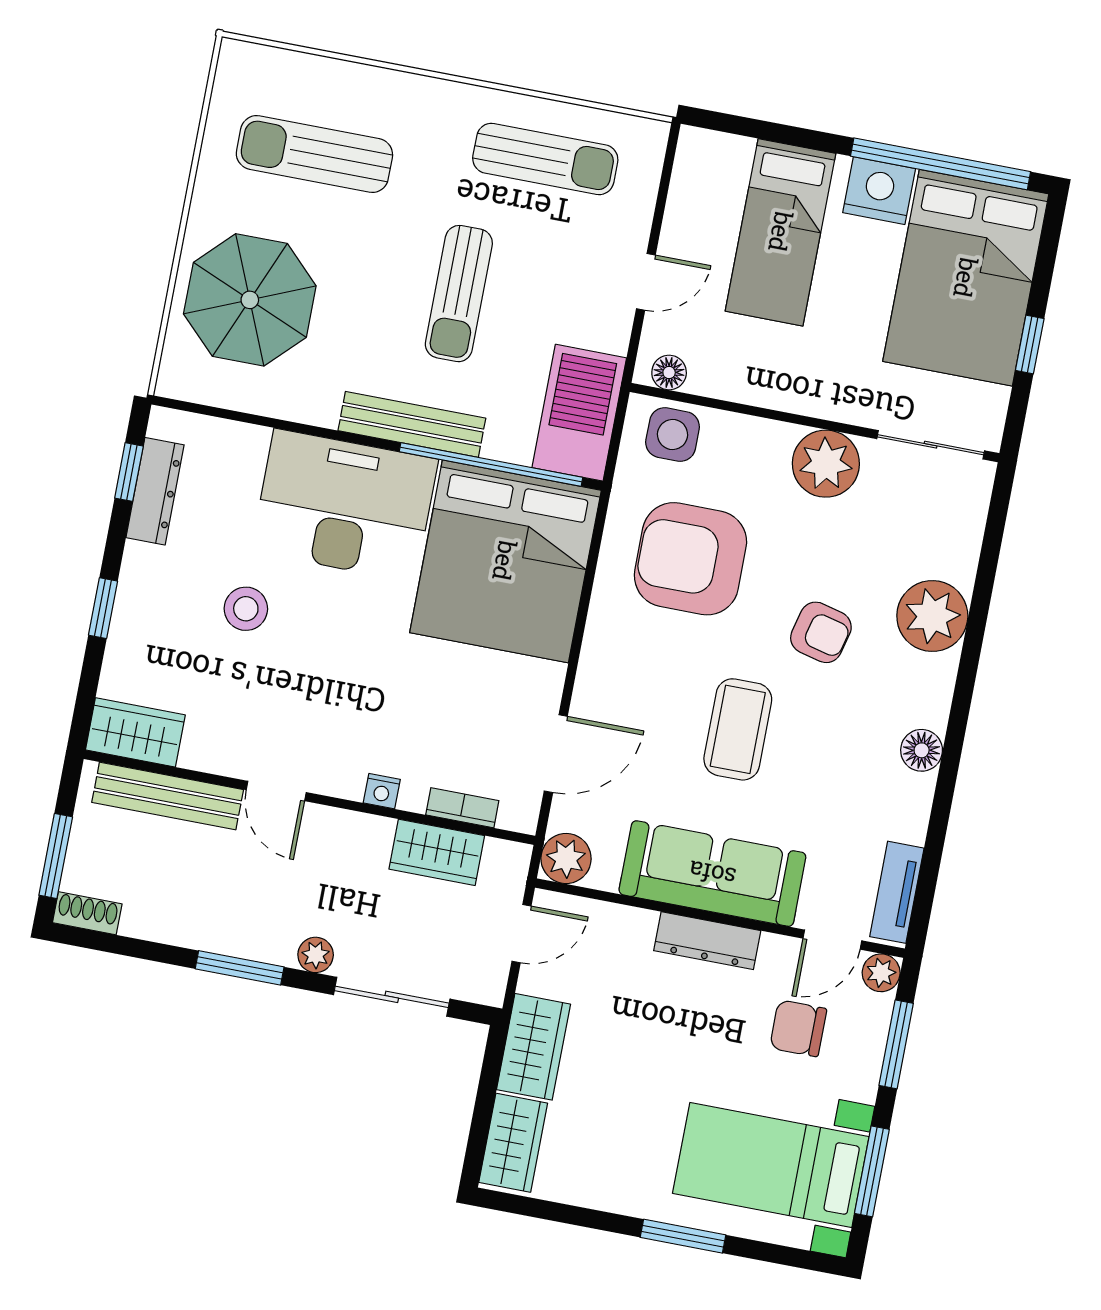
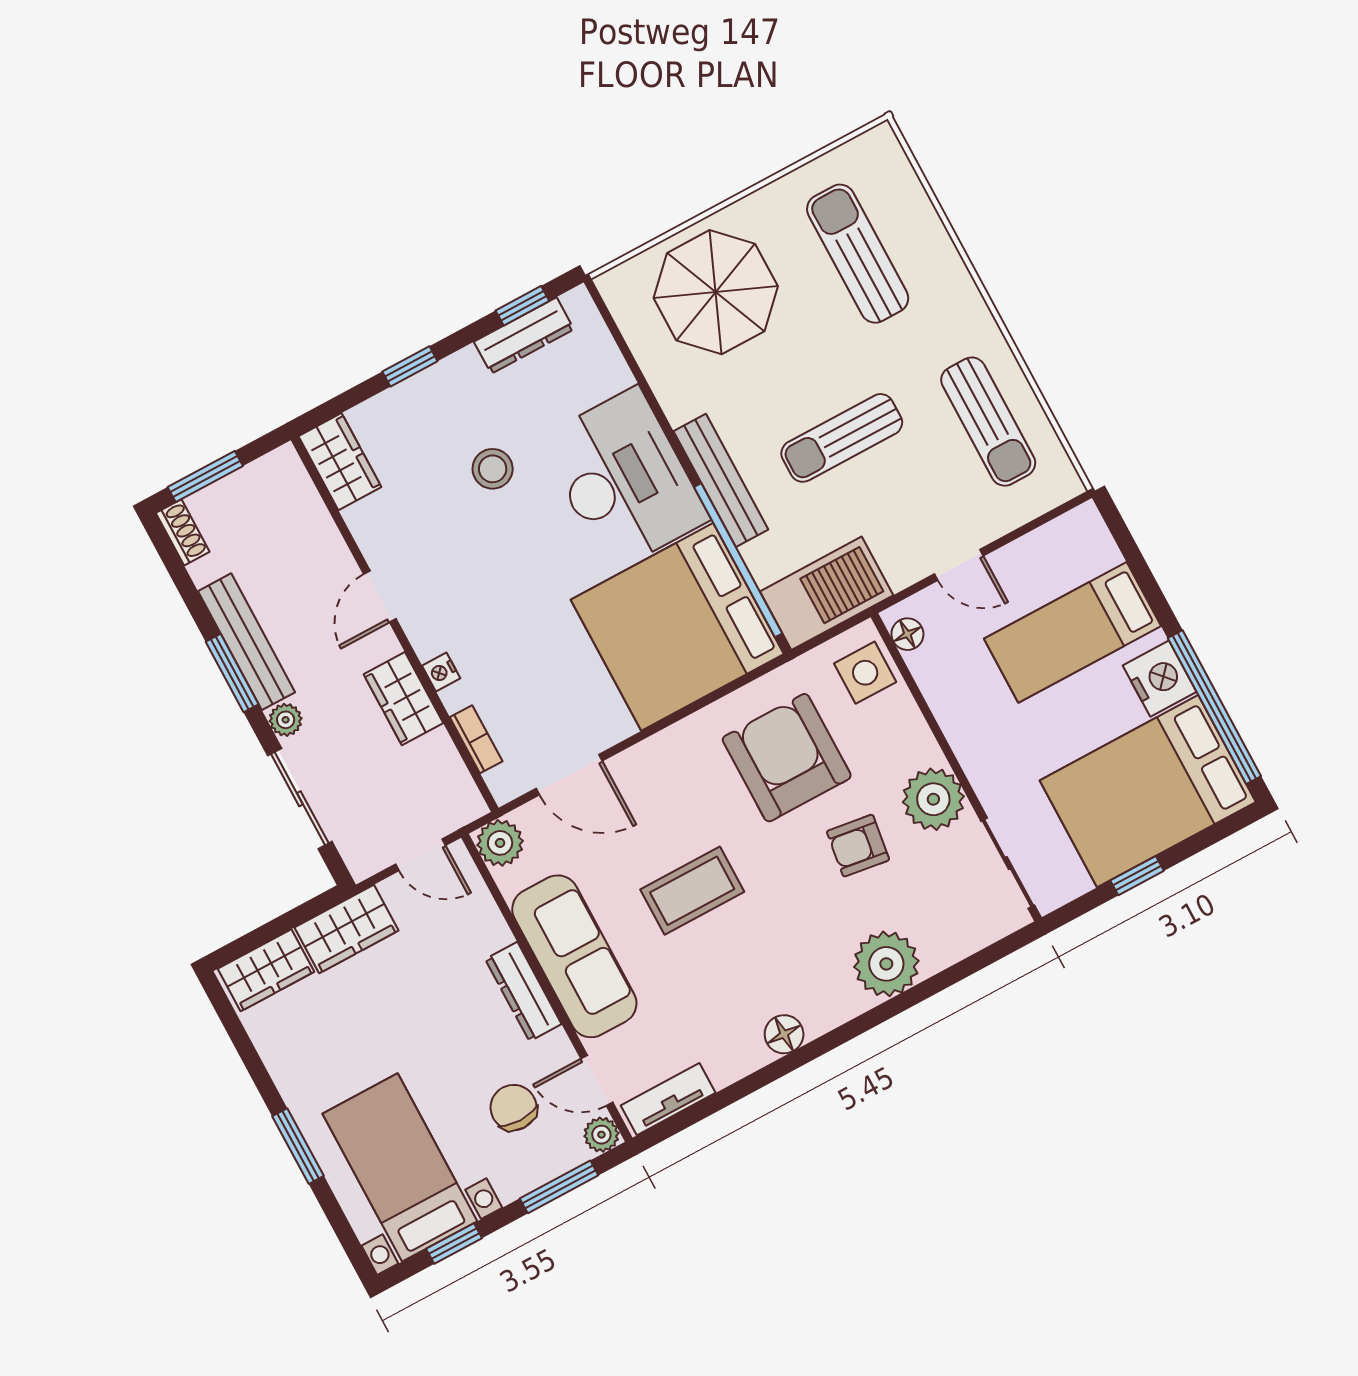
armchair: (821, 632) -> (858, 846), moved, turned 84
bench: (168, 796) -> (247, 642), moved
wardrobe: (437, 852) -> (403, 699), moved
window: (872, 1171) -> (454, 1243), width x0.67

